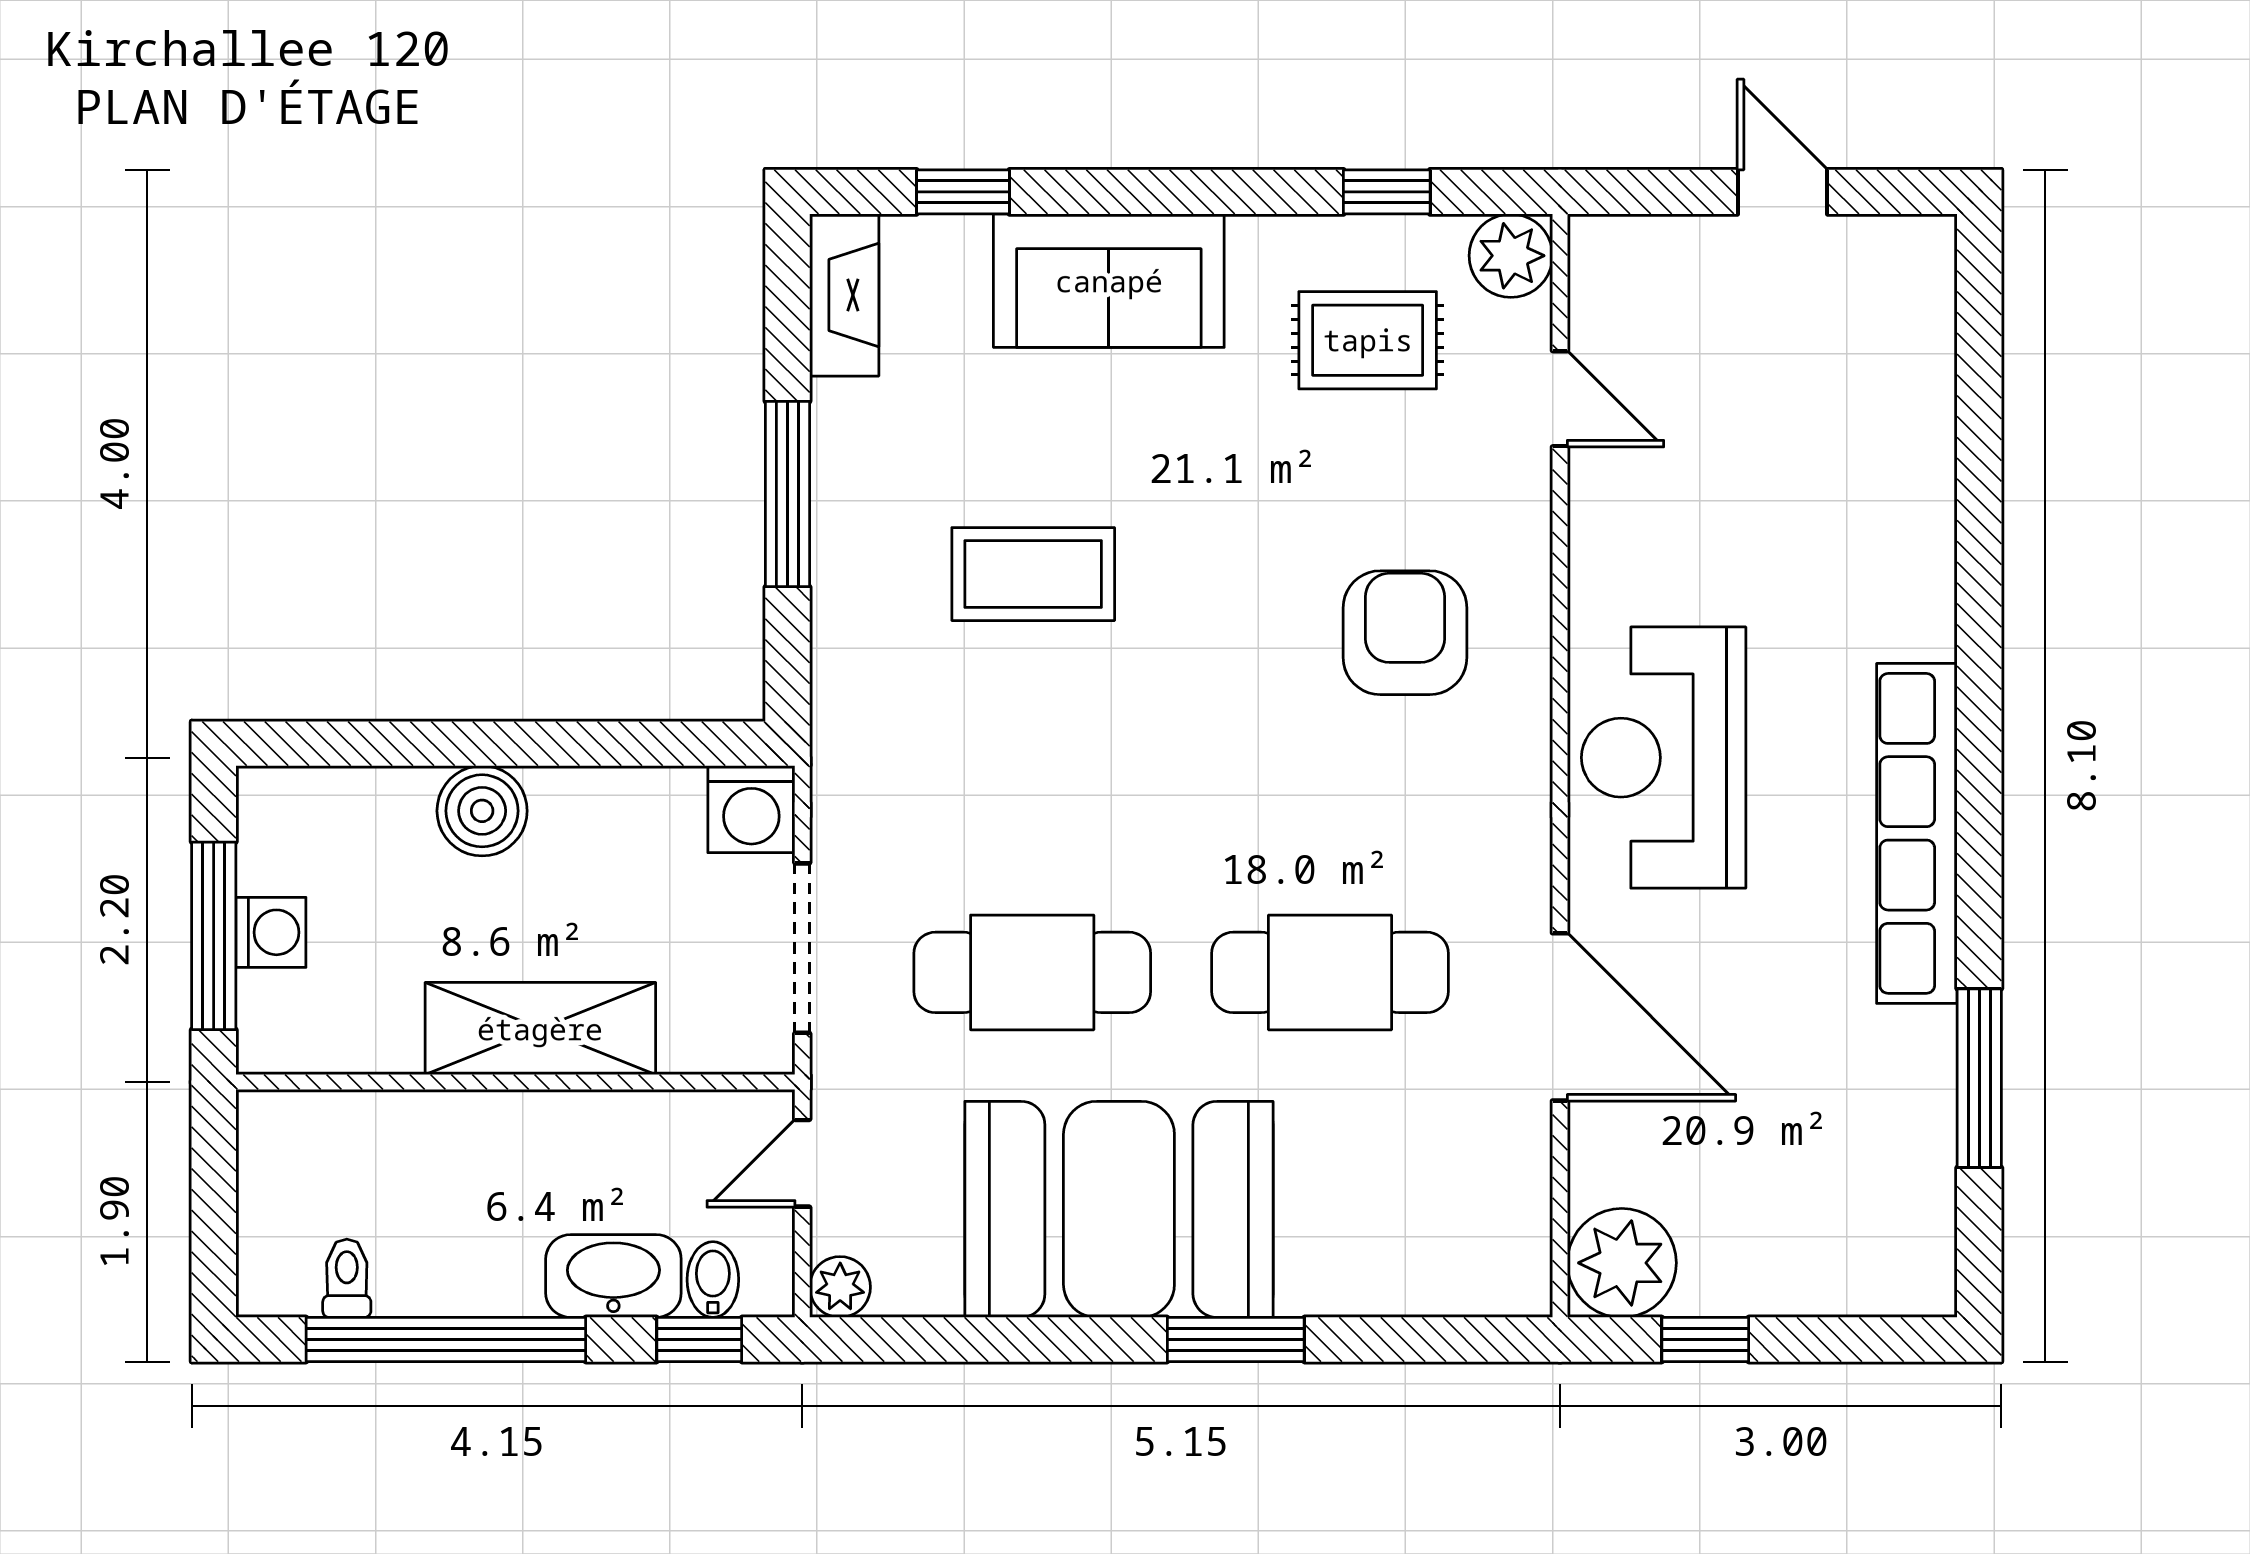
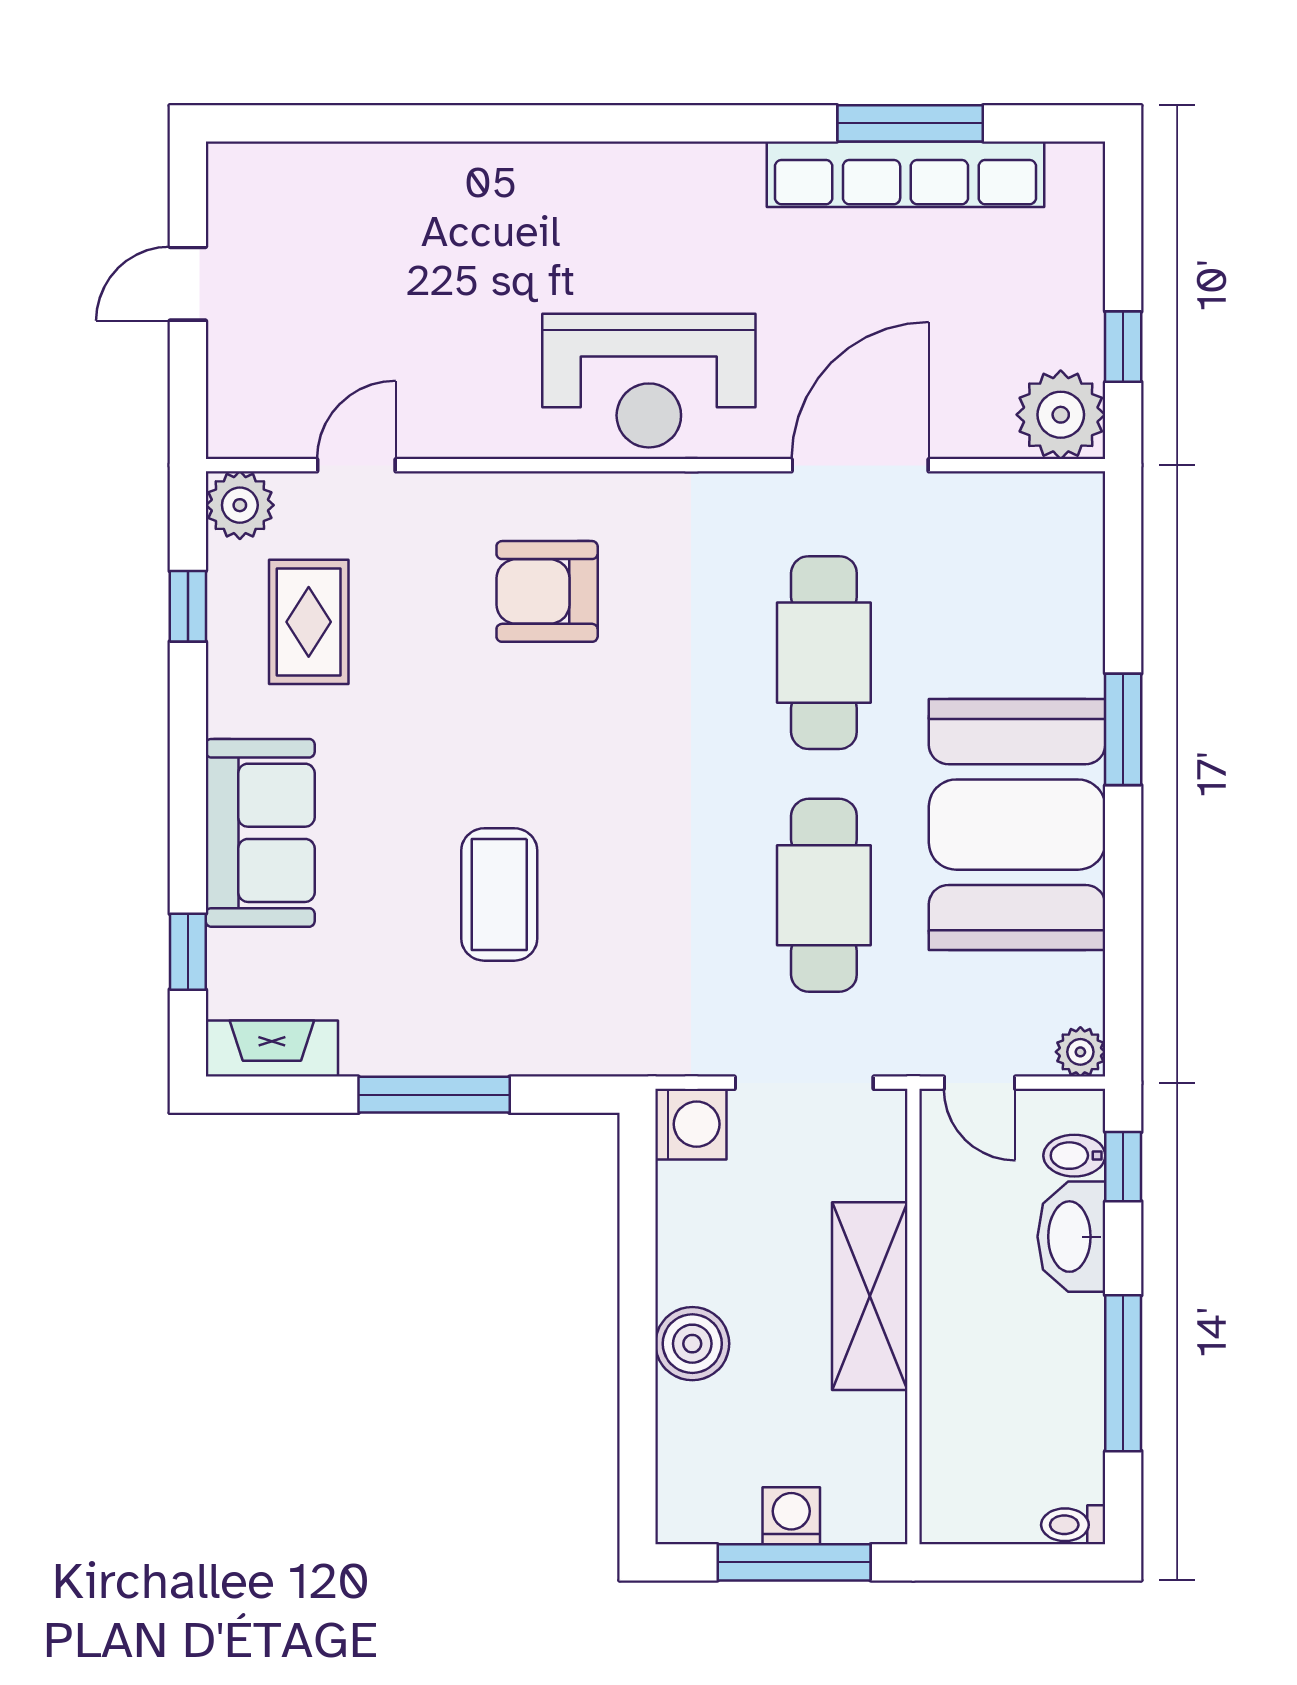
row of seats: (1917, 833) -> (905, 174), moved
toilet: (347, 1278) -> (1073, 1525), moved
window: (446, 1340) -> (1123, 1373), width x0.68

